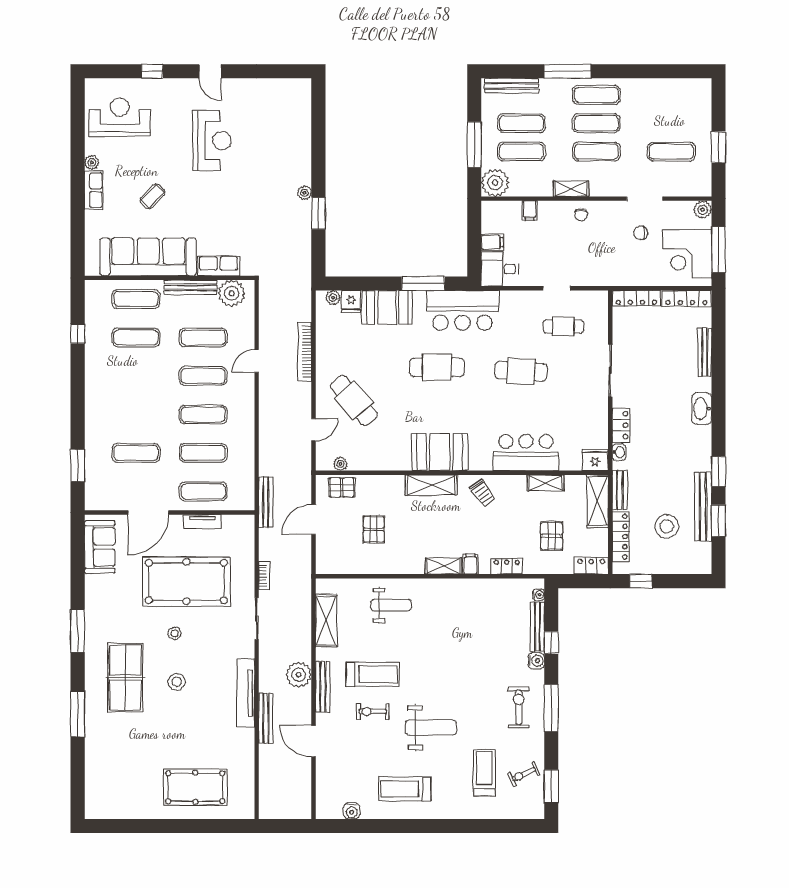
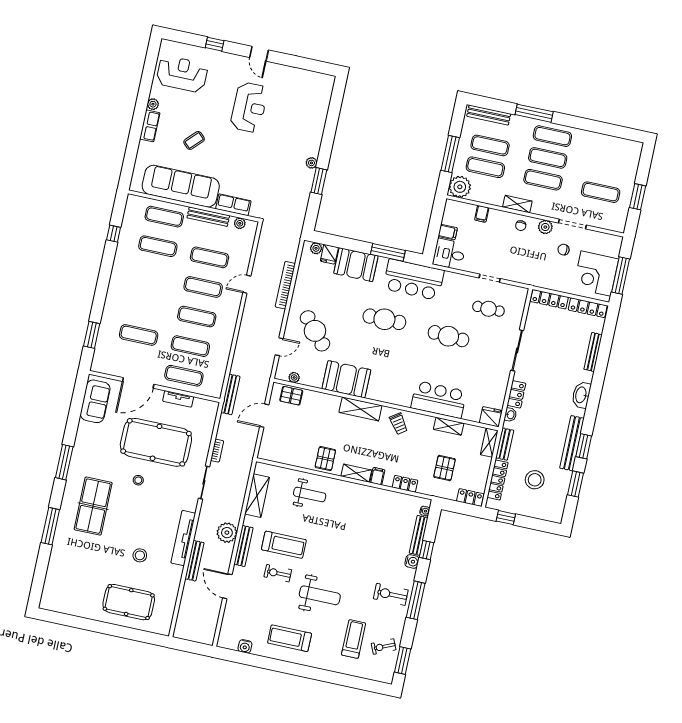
plant: (703, 210) -> (545, 227), moved
plant: (232, 293) -> (240, 223), width x0.53, depth x0.53
booth: (440, 452) -> (346, 379), moved
shelving: (598, 501) -> (489, 443), width x0.67, depth x0.75
bench: (703, 507) -> (572, 443), moved
pallet: (374, 529) -> (325, 459), moved
stool: (177, 682) -> (140, 555), moved
exercise bike: (519, 707) -> (391, 594), turned -90

